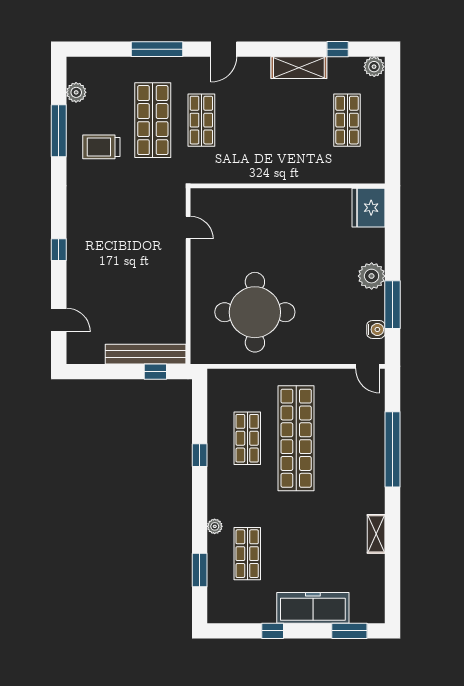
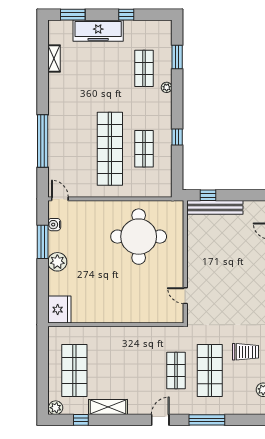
shop shelf: (347, 120) -> (74, 370), width x1.43, depth x1.36
shelving: (376, 534) -> (54, 59), moved

